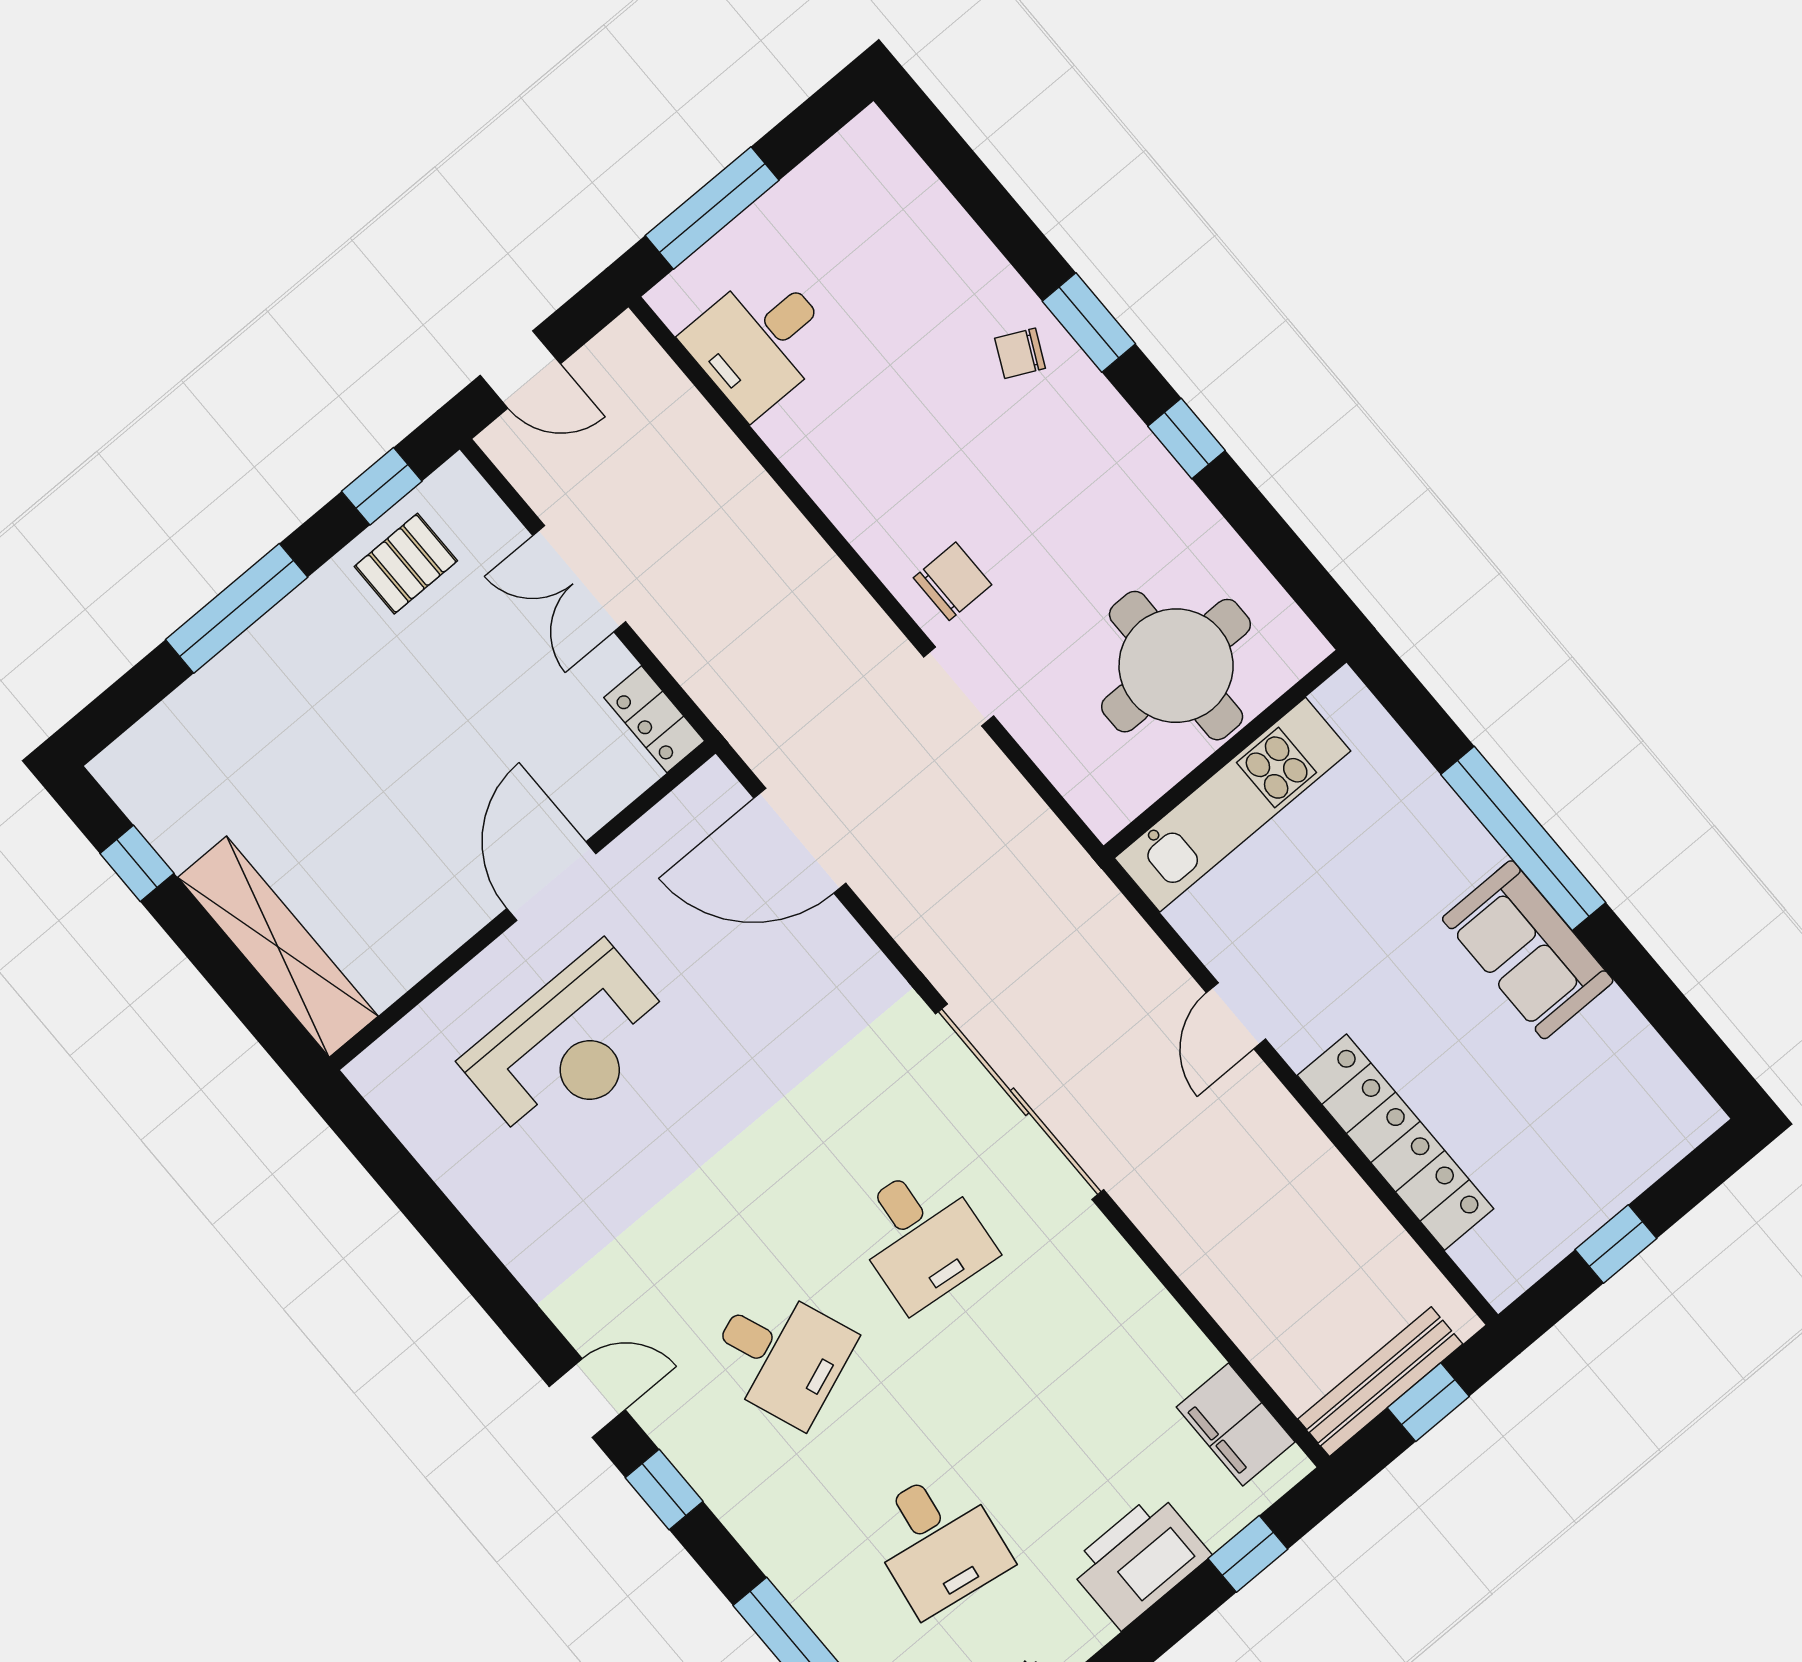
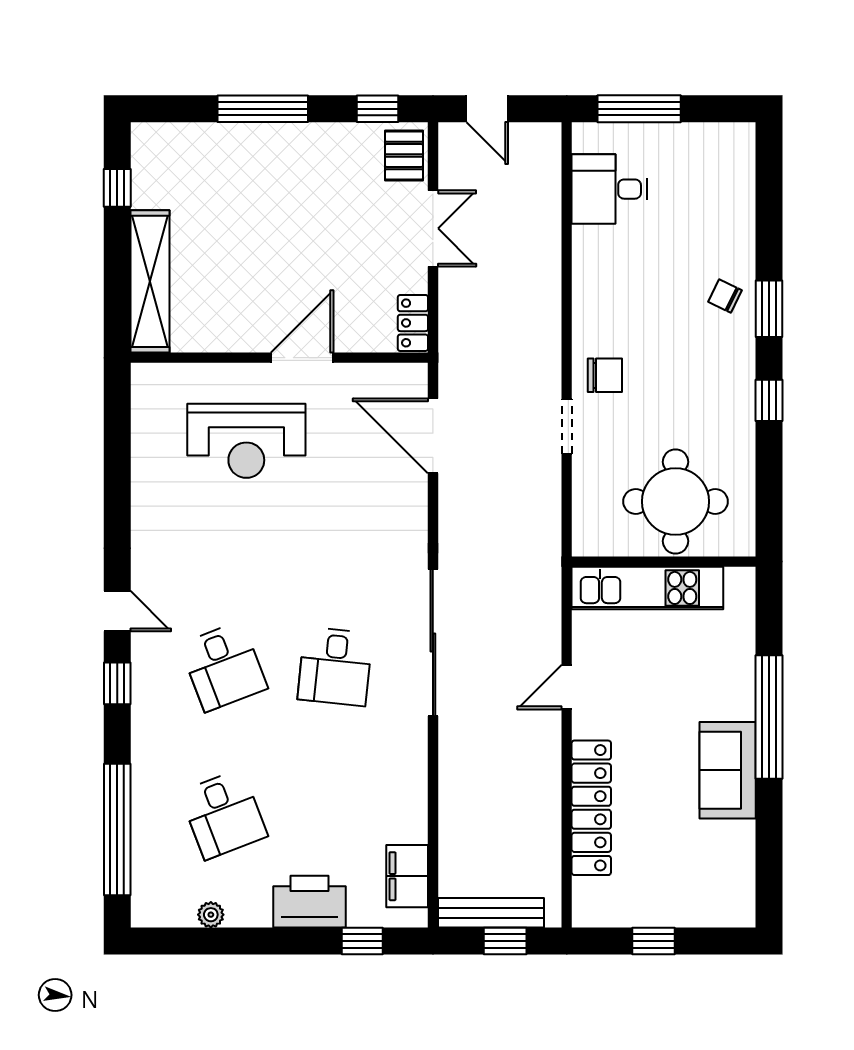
pallet: (406, 564) -> (404, 155), moved, turned 90
double door: (579, 579) -> (433, 228), swing flipped
desk: (938, 1542) -> (223, 814), turned -30

